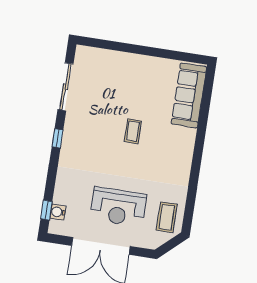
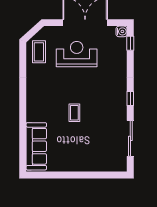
water cooler: (58, 212) -> (122, 31), moved

